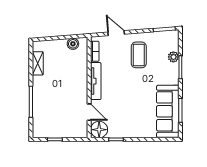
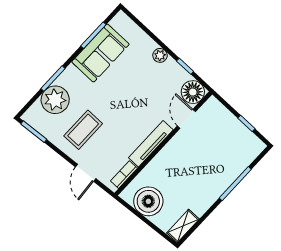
boiler: (73, 44) -> (148, 201), width x1.86, depth x1.86
plant: (173, 57) -> (55, 100), width x1.87, depth x1.87
shelving: (38, 63) -> (183, 226), moved
sofa: (168, 111) -> (100, 53), width x0.73
plant: (135, 133) -> (160, 55), added

